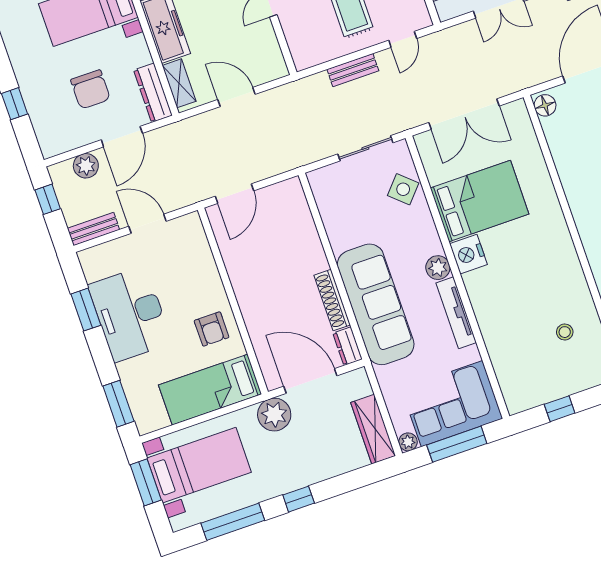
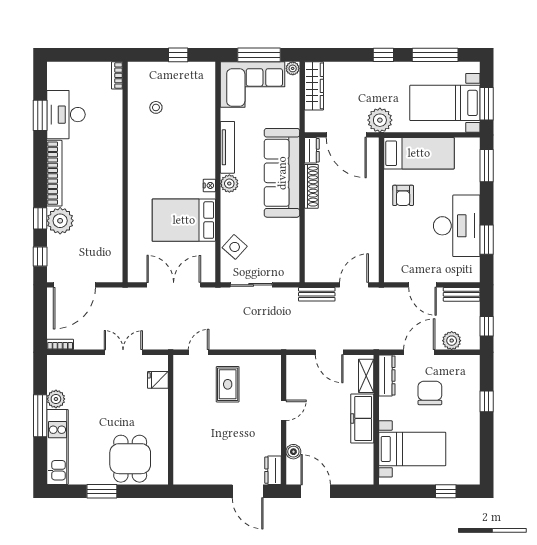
bench: (353, 70) -> (317, 294), moved
floor lamp: (545, 105) -> (115, 271), removed
nightstand: (468, 254) -> (209, 185), width x0.53, depth x0.56
armchair: (212, 329) -> (403, 195), turned 180

